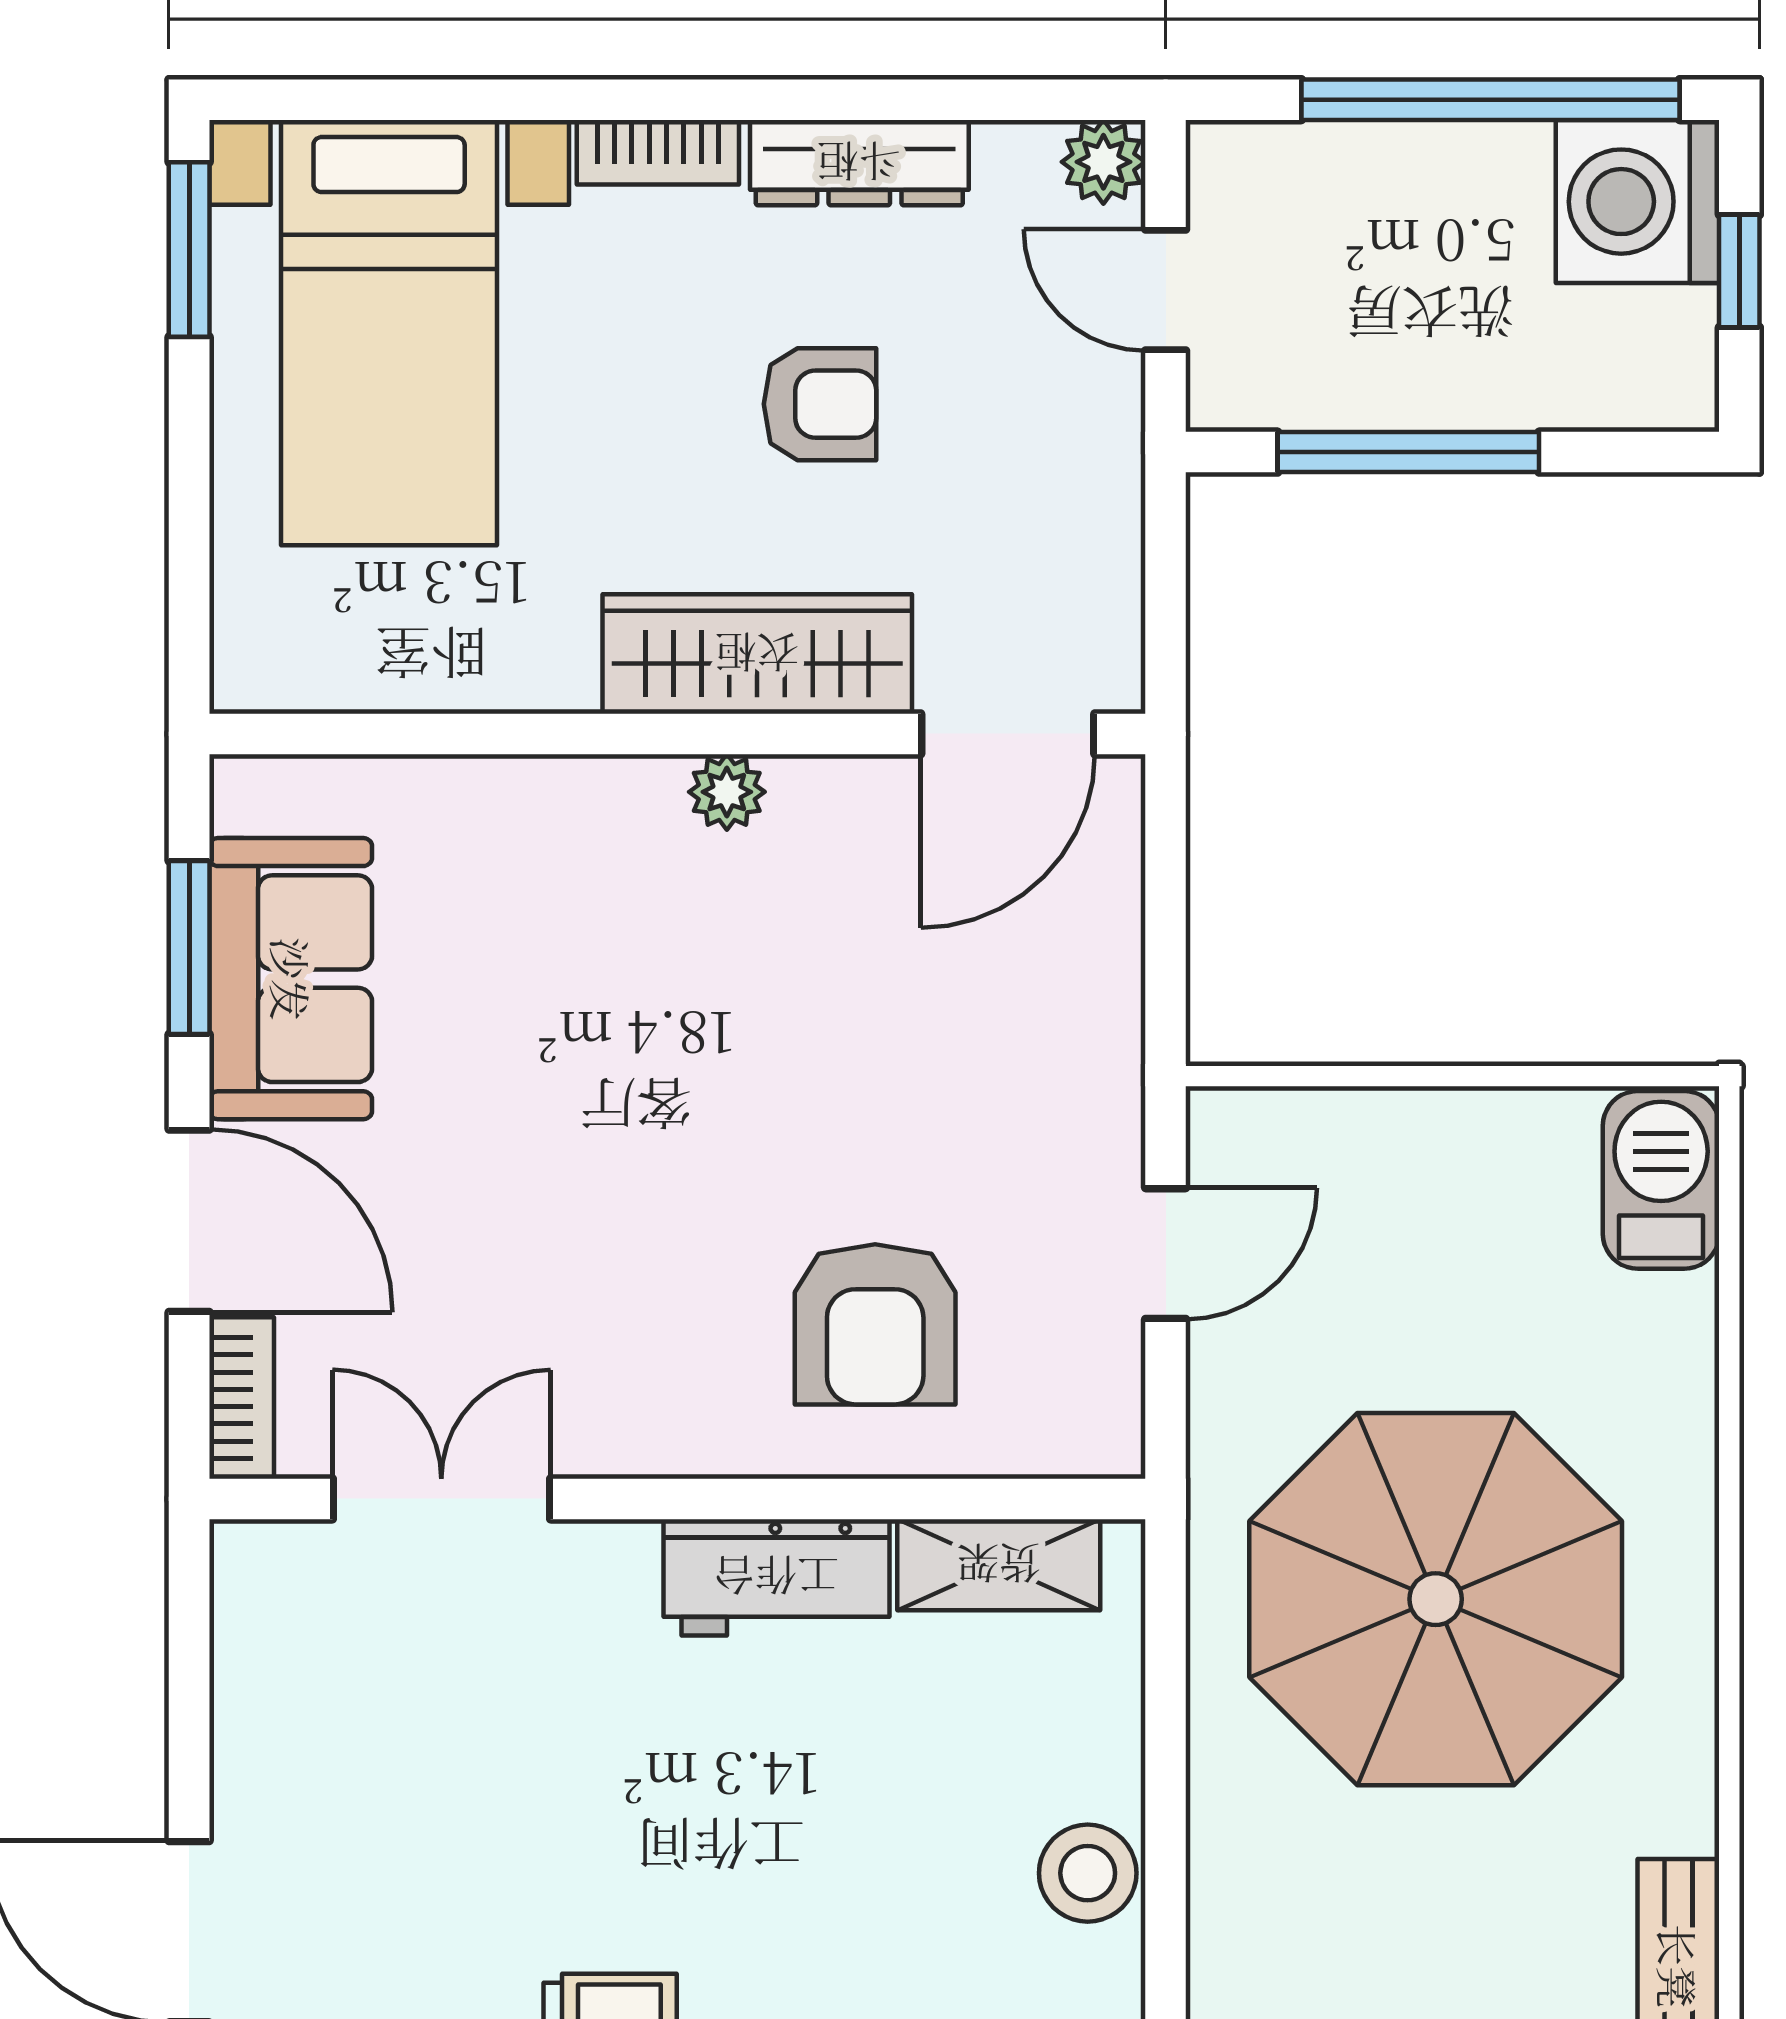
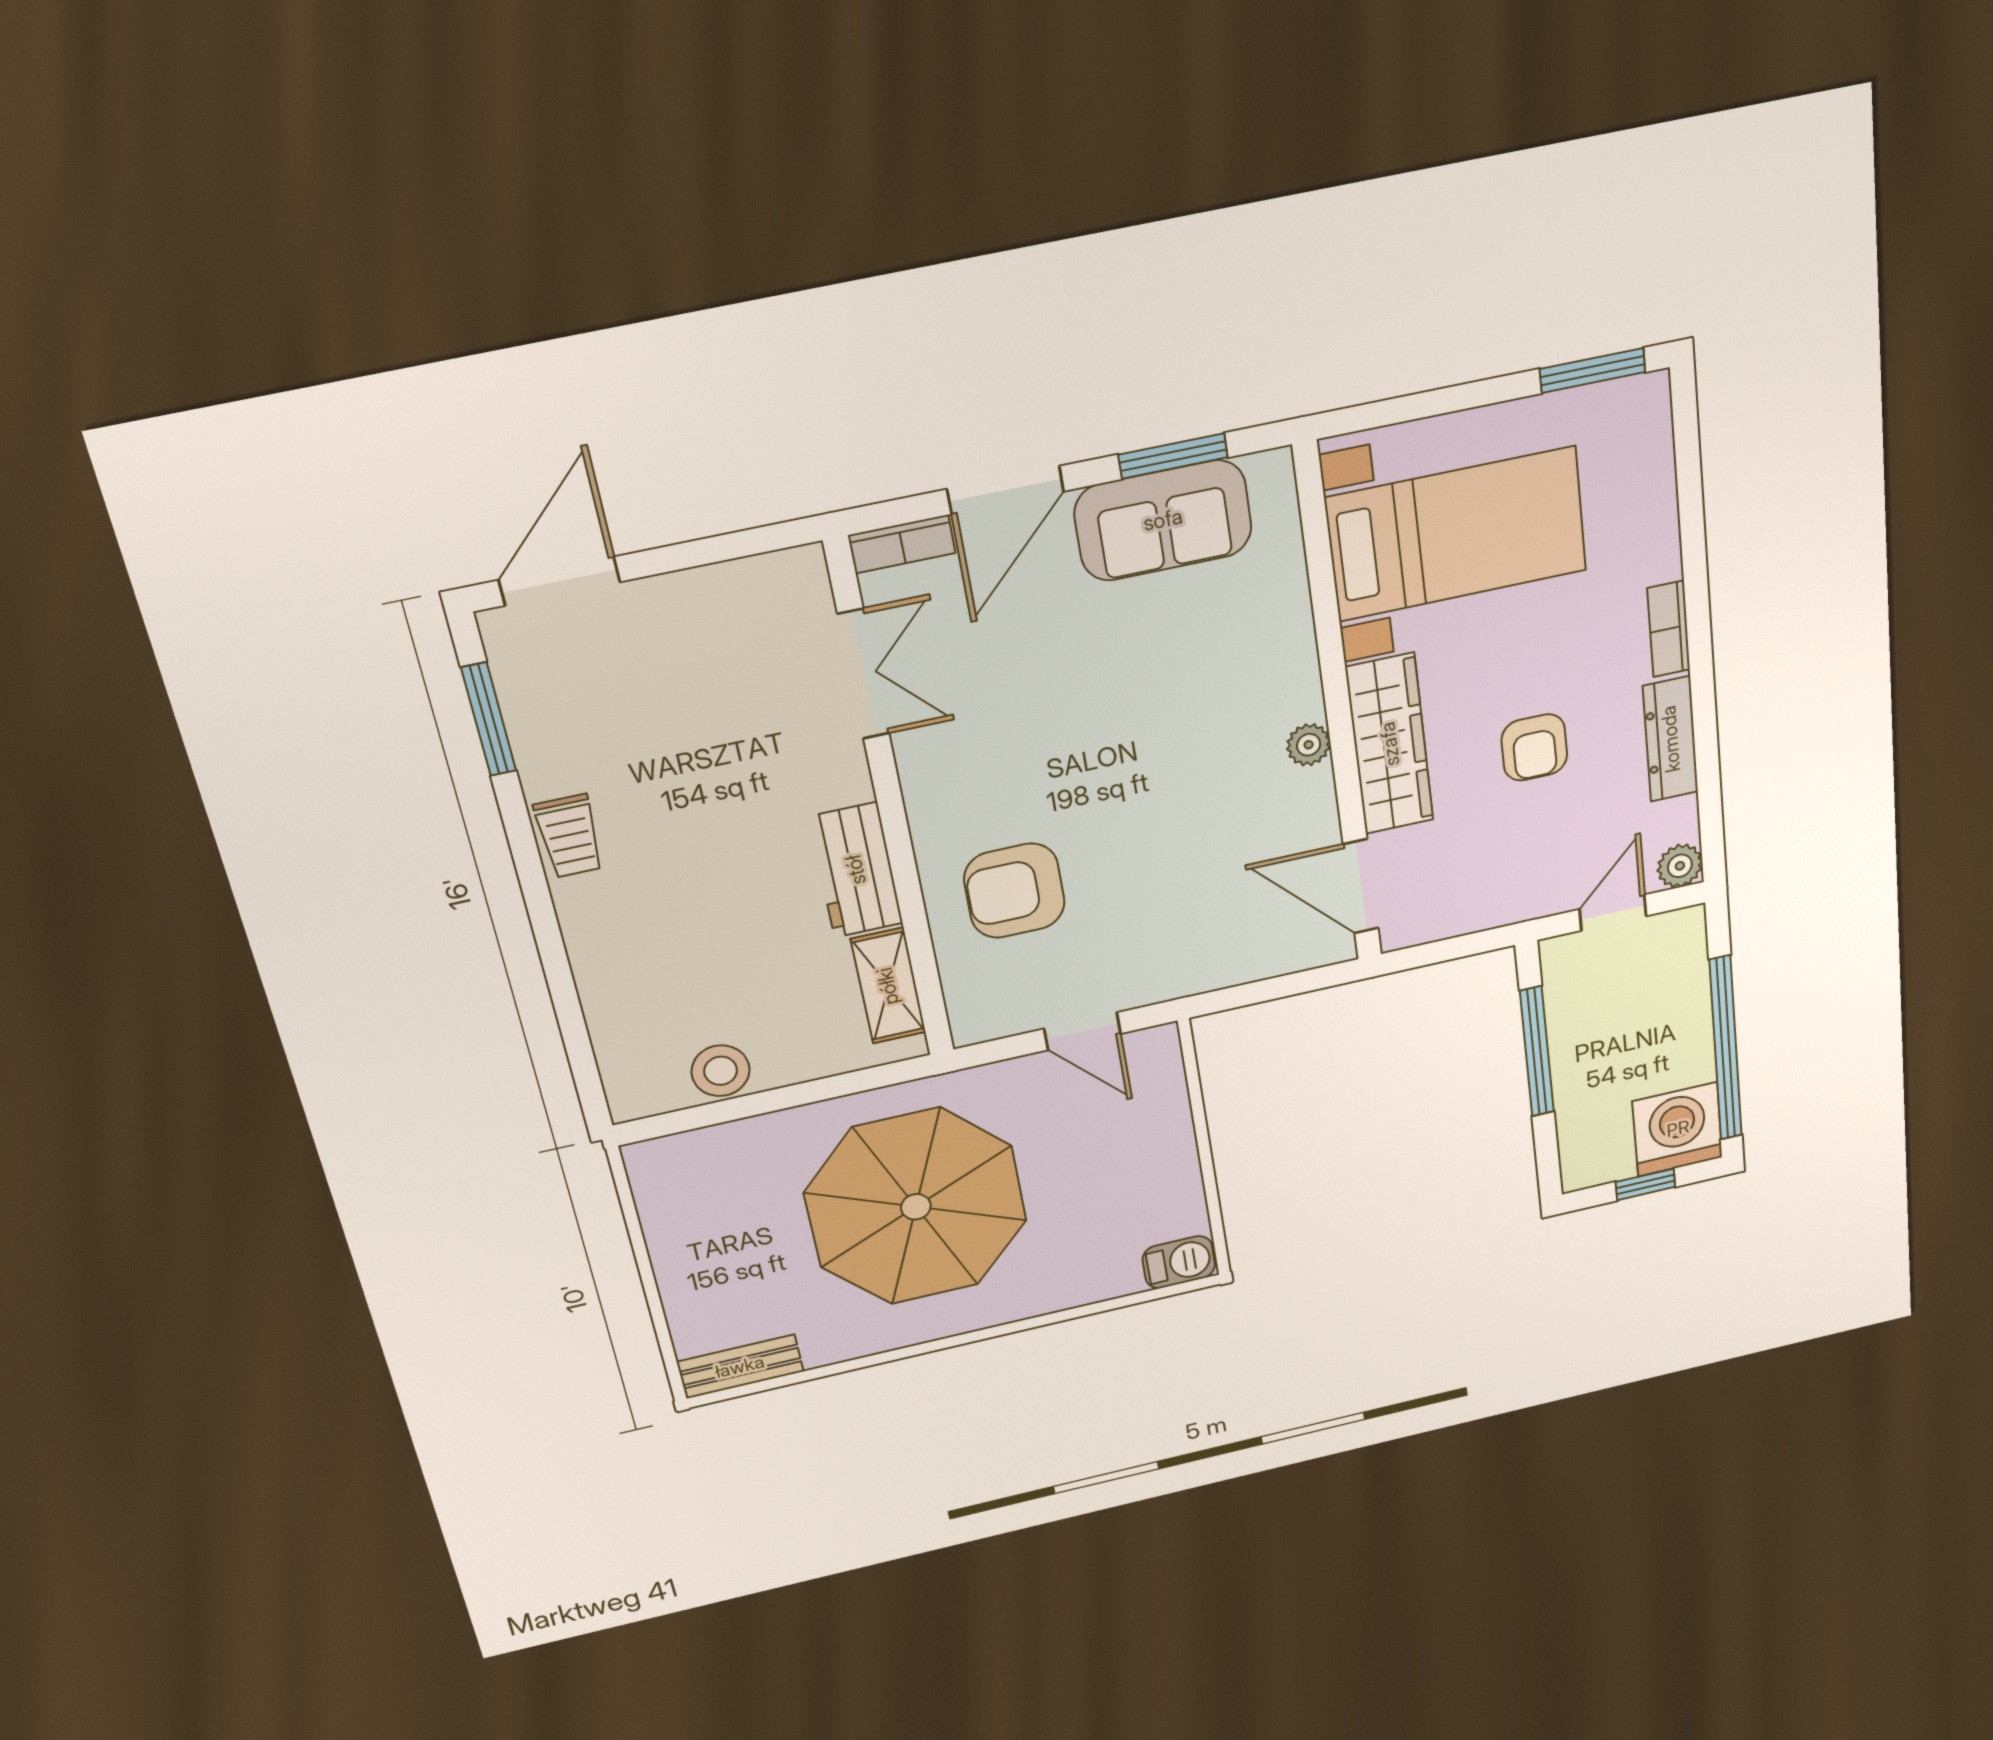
bed with nightstands: (389, 333) -> (1457, 534), moved, turned 180
barbecue: (1661, 1180) -> (1179, 1262), width x0.73, depth x0.79

